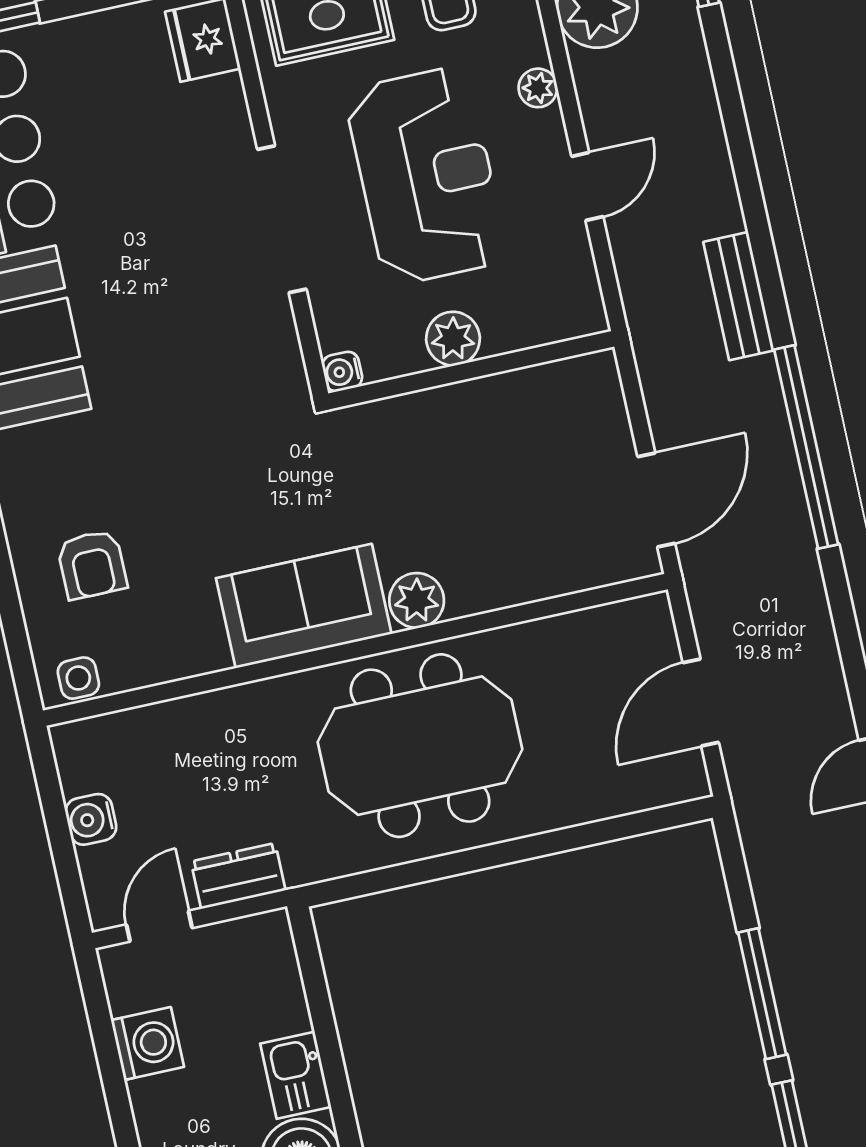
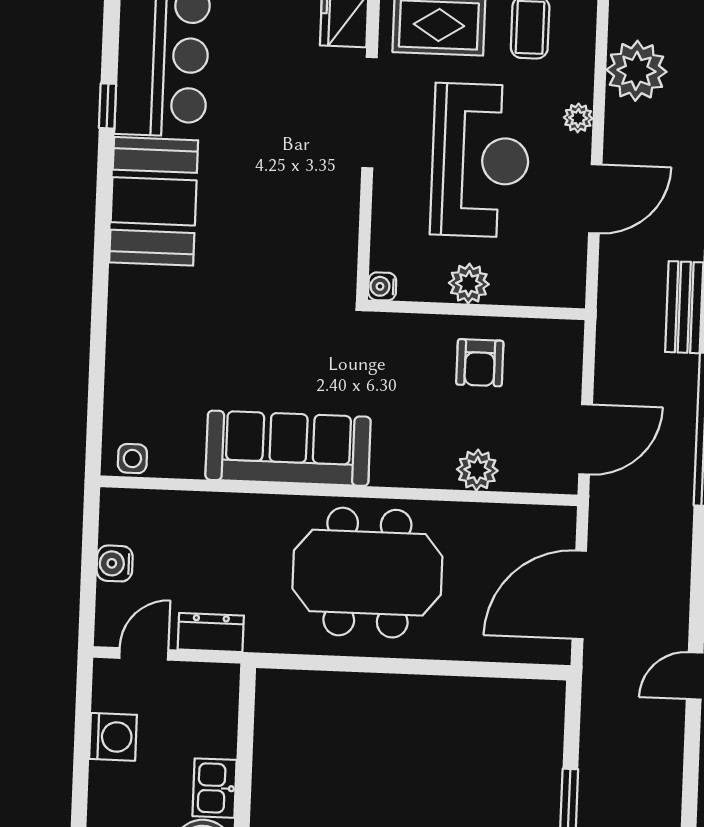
door: (587, 187) -> (595, 199), width x1.38
doorway: (282, 219) -> (369, 113), moved
armchair: (92, 565) -> (480, 363), moved
plant: (417, 600) -> (477, 470), moved
sofa: (304, 606) -> (288, 448), width x1.36
door: (701, 703) -> (579, 595), width x1.36

